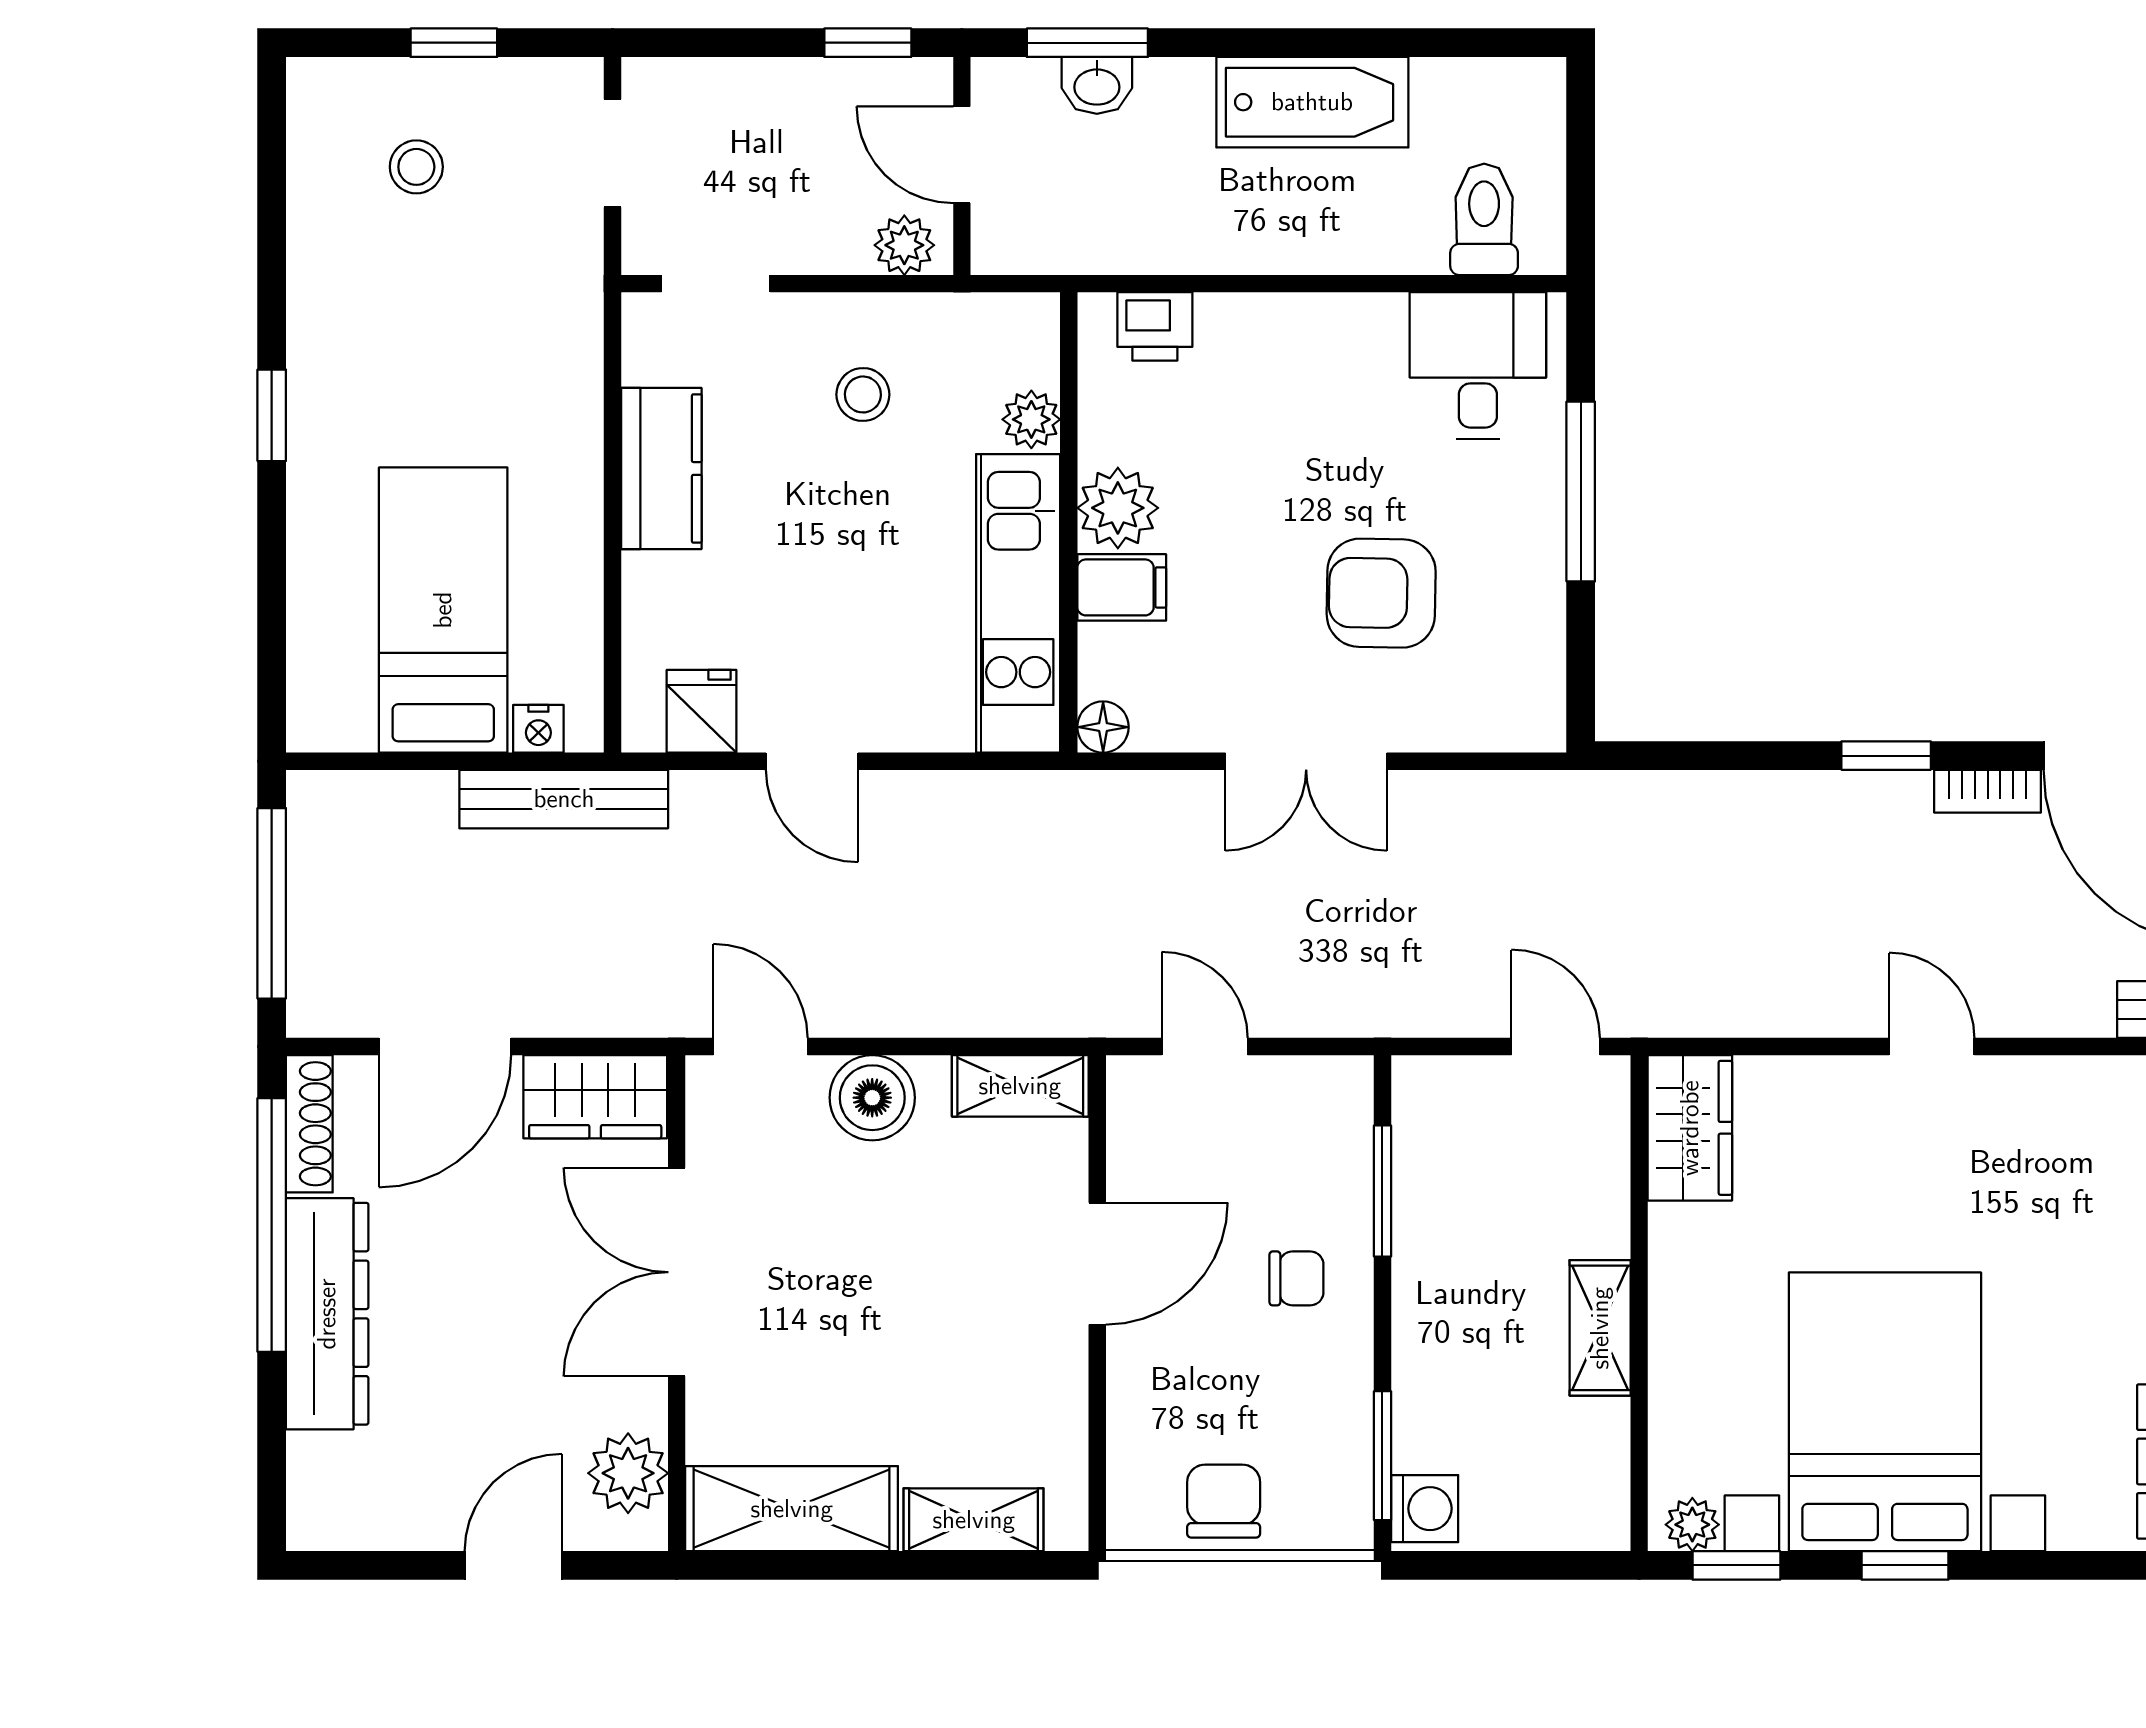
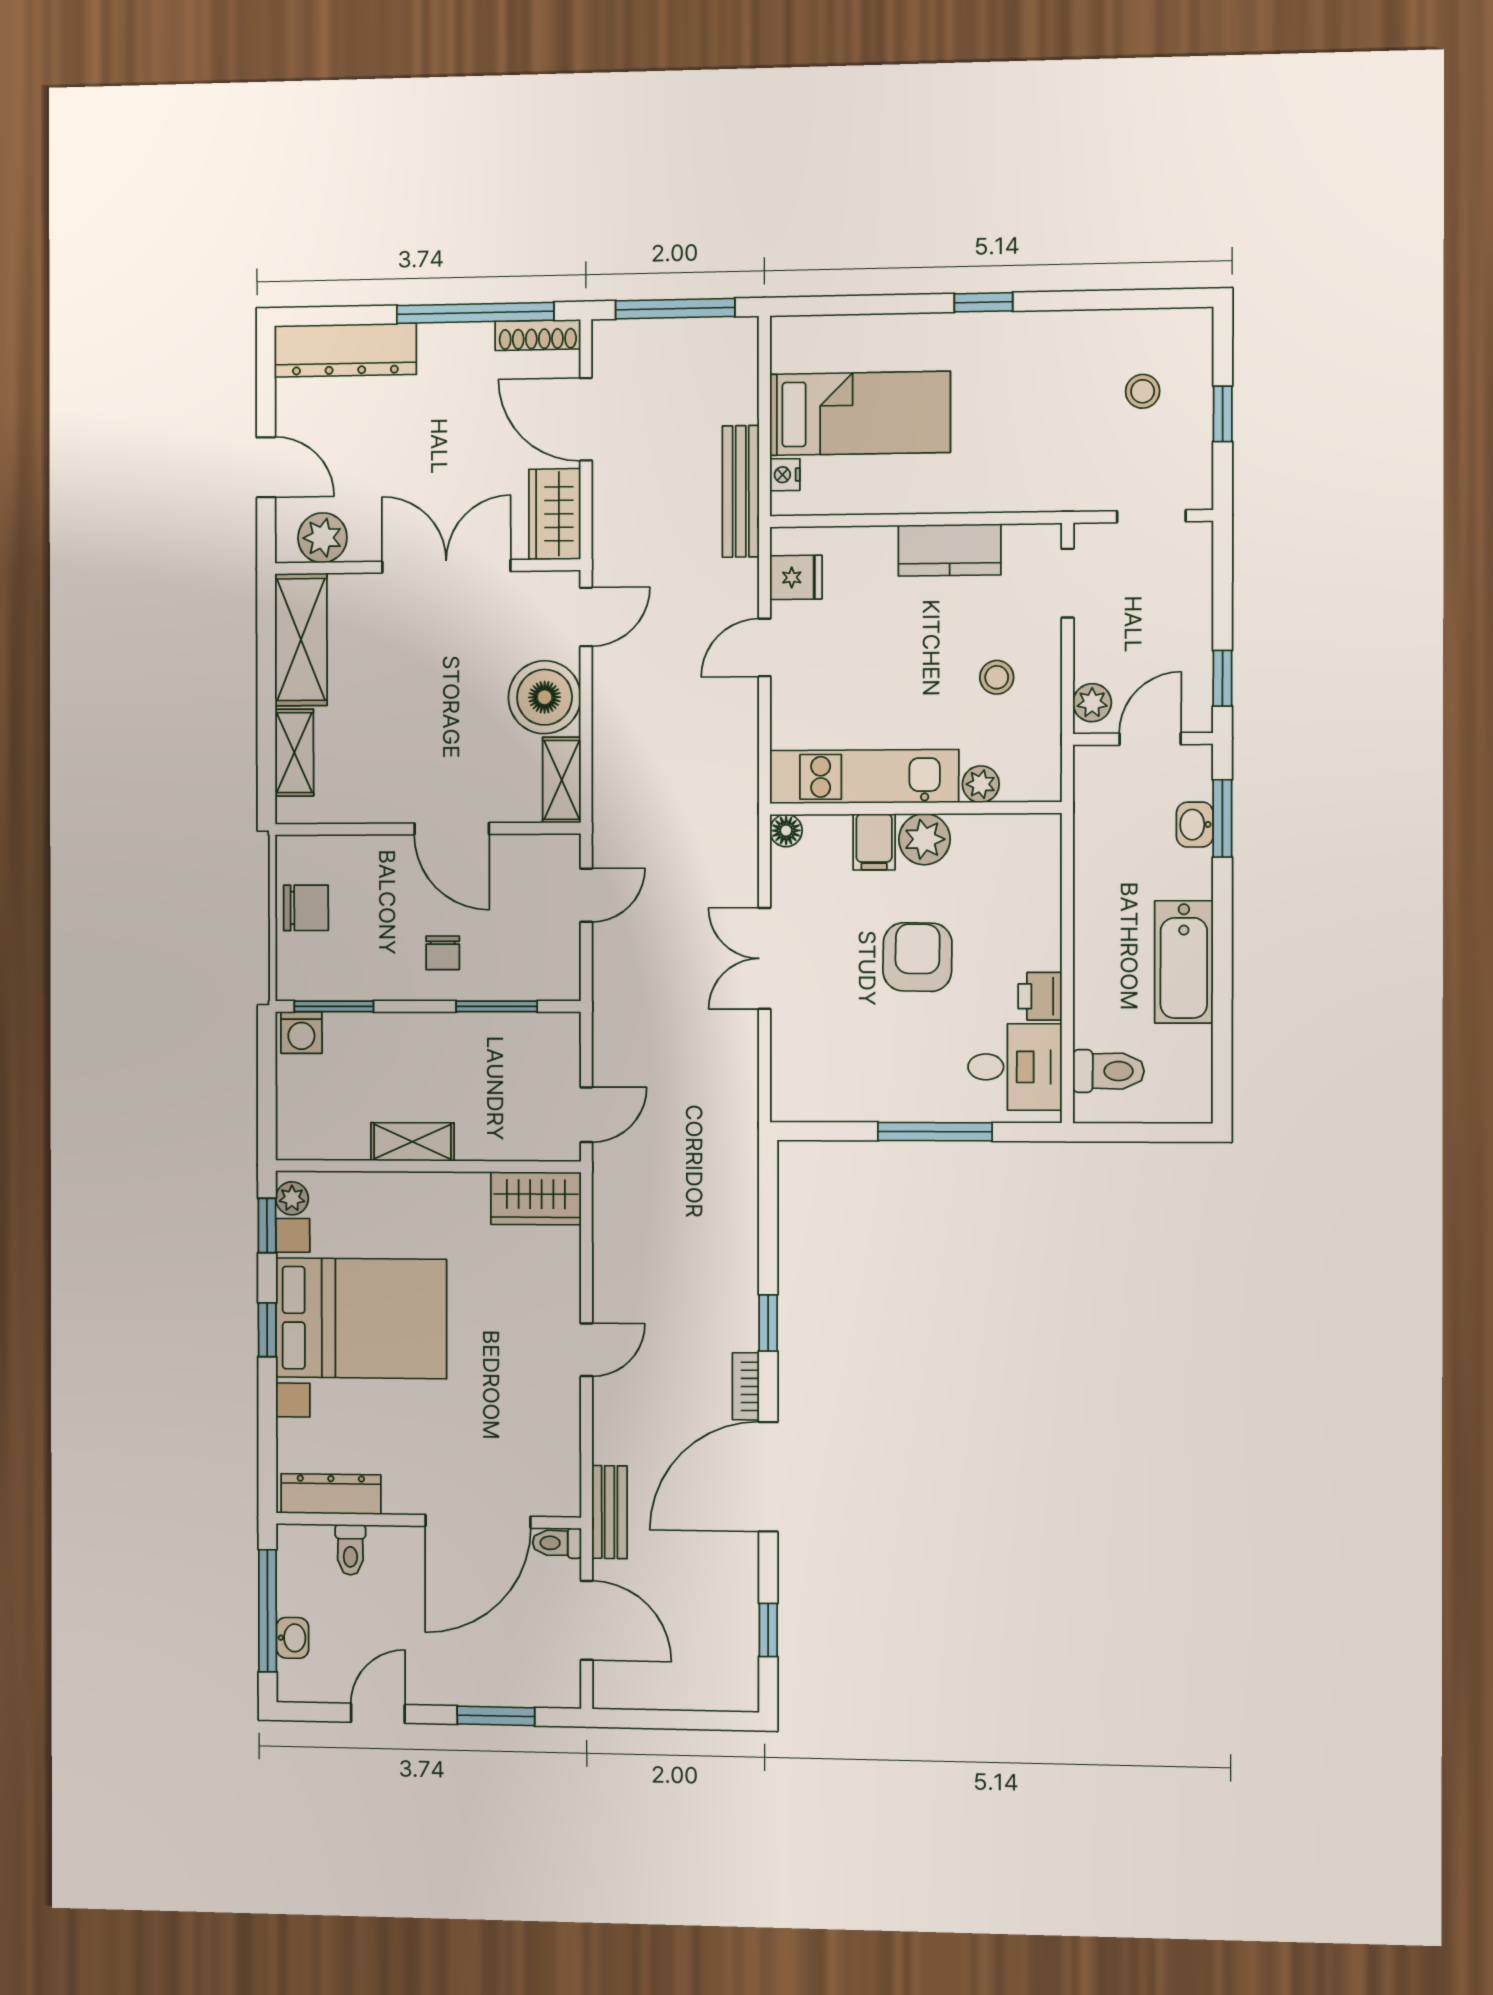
printer: (1155, 326) -> (1040, 996), moved
armchair: (1381, 593) -> (917, 957), moved
boiler: (872, 1098) -> (545, 697), width x1.37, depth x1.37
dresser: (327, 1314) -> (345, 350), moved

